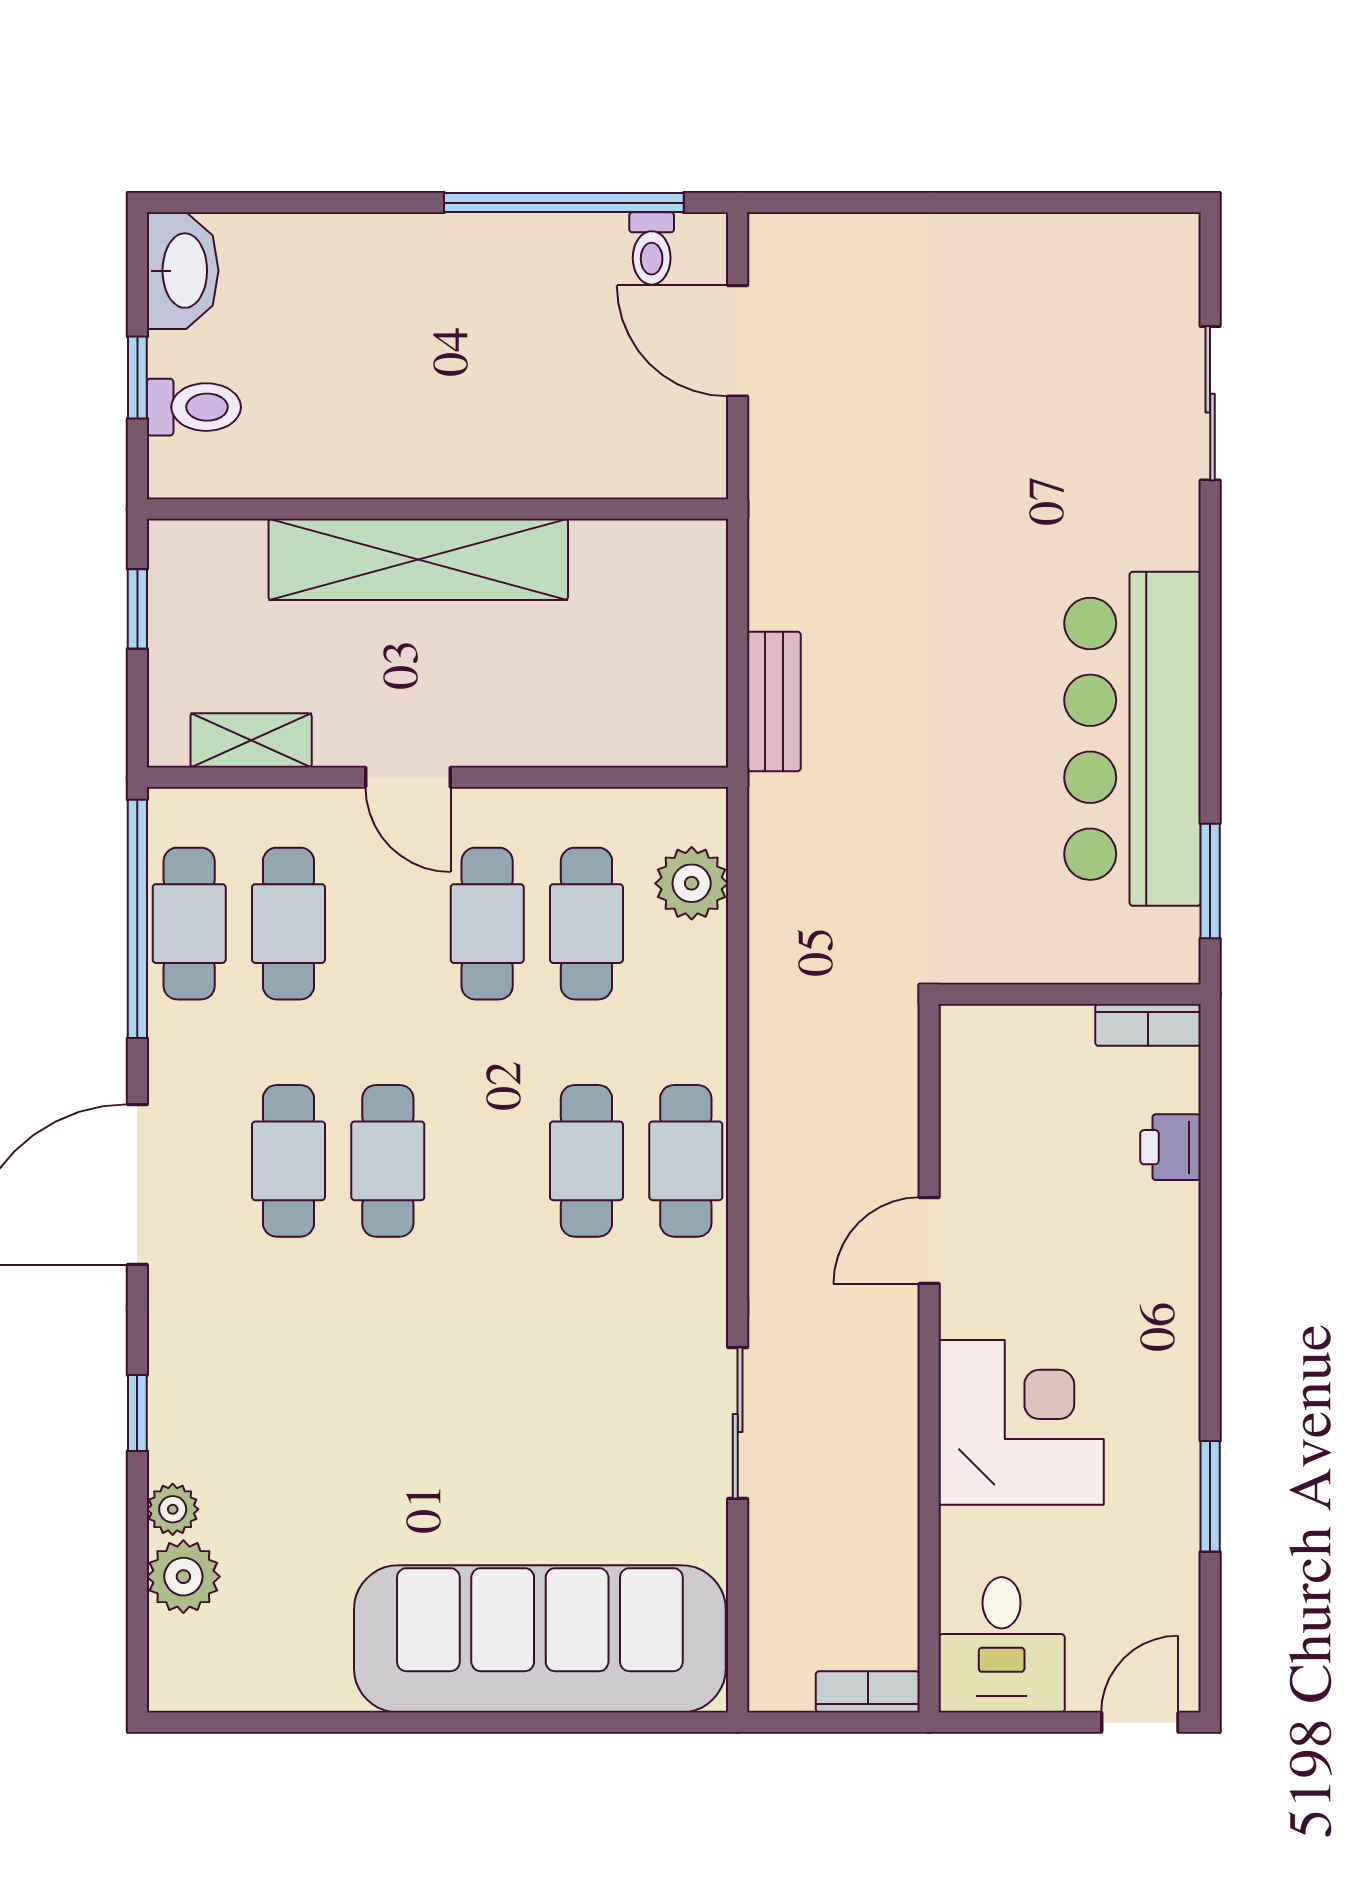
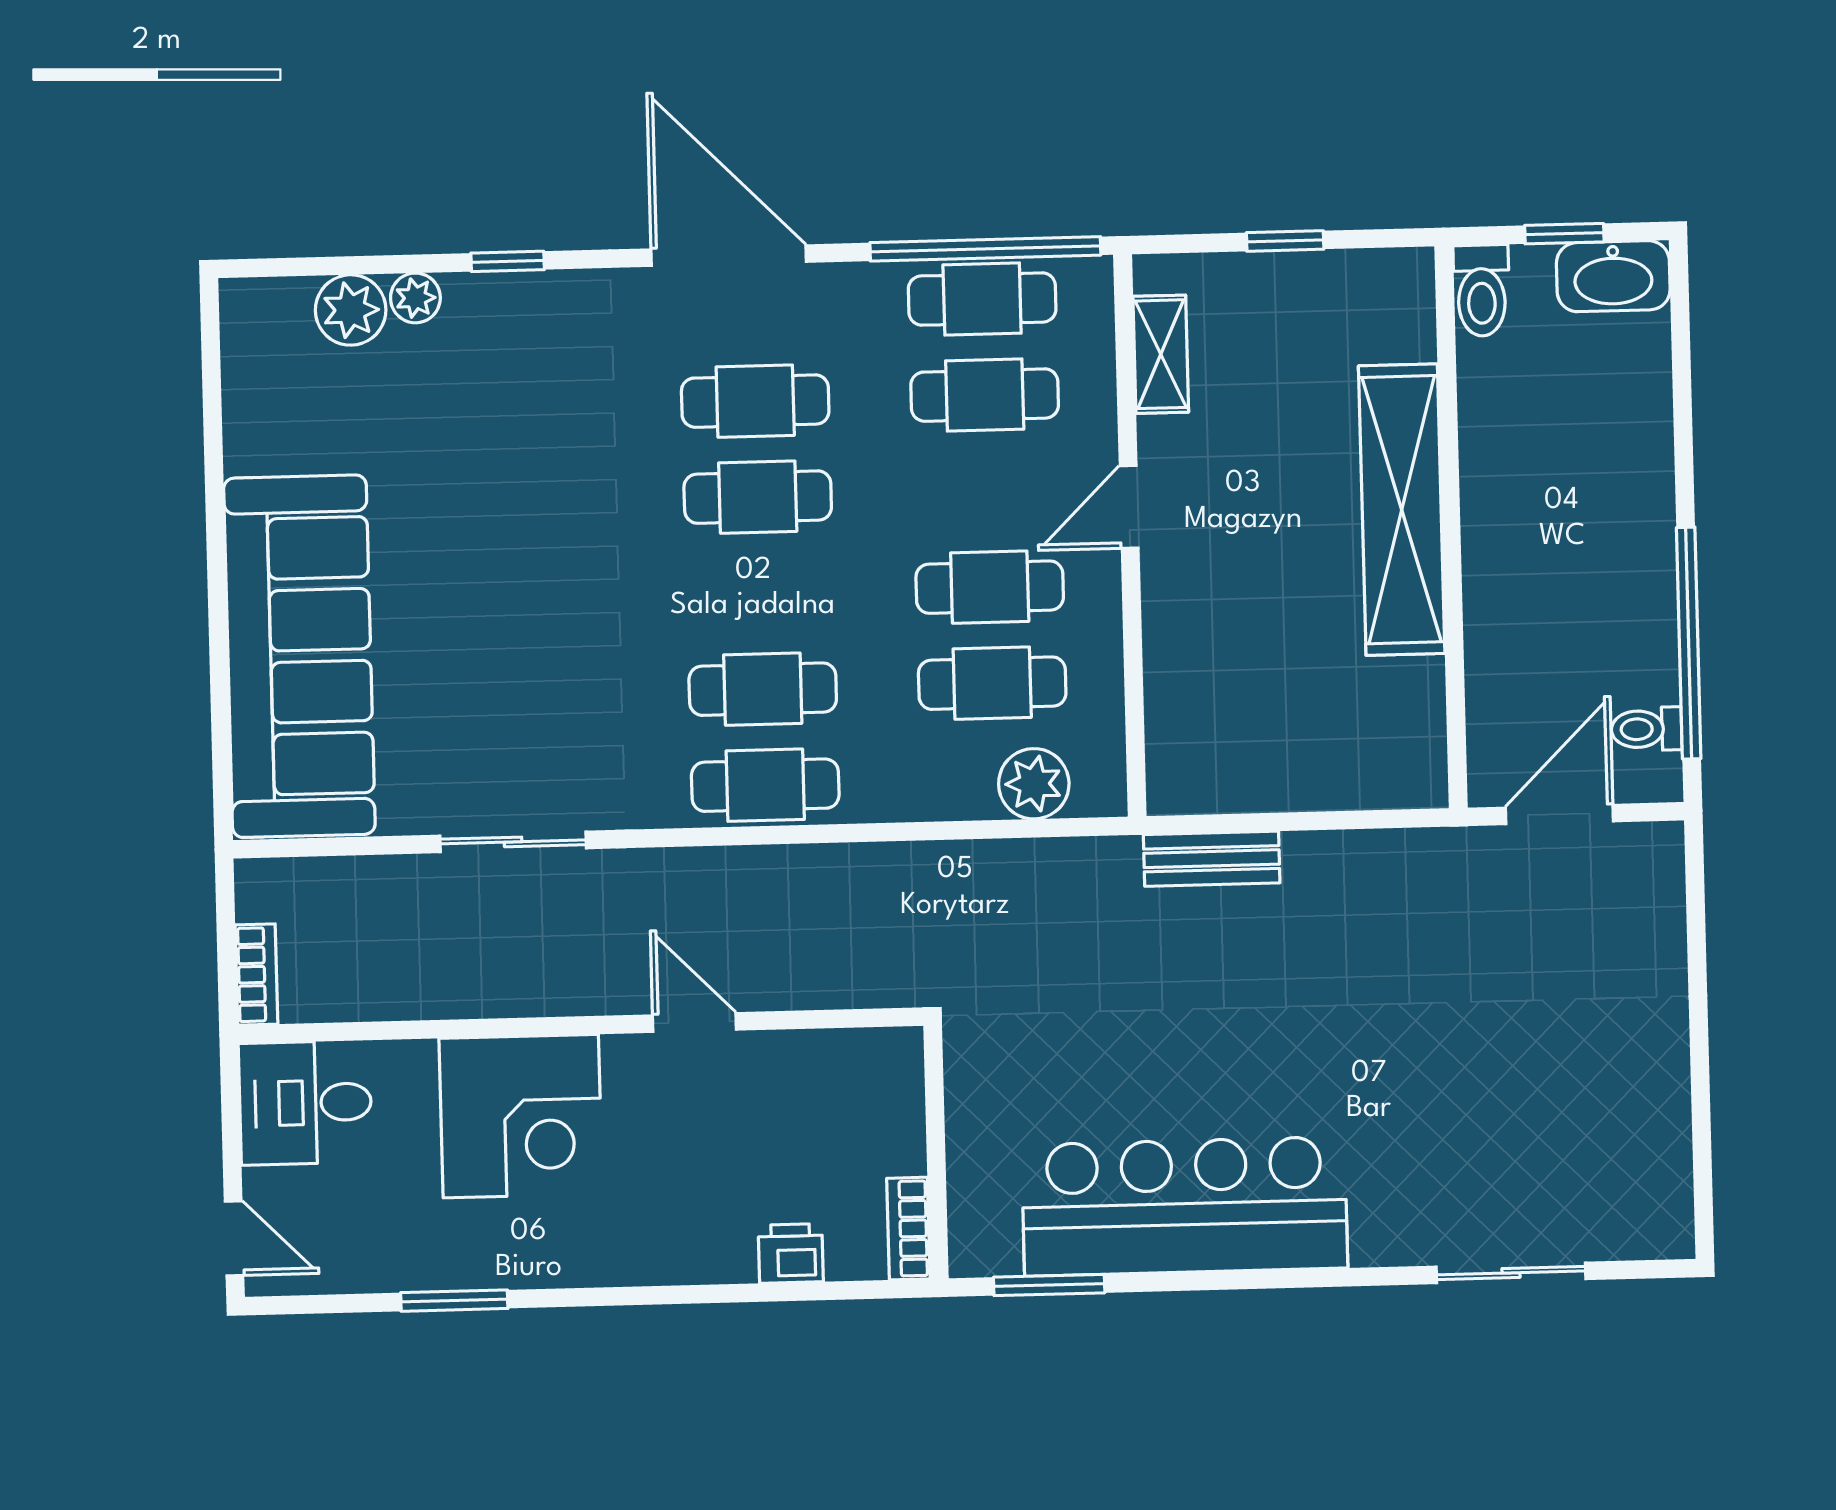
window: (137, 378) -> (1564, 234), moved
wall: (437, 509) -> (1451, 527), moved
shelving: (418, 559) -> (1402, 510), moved

